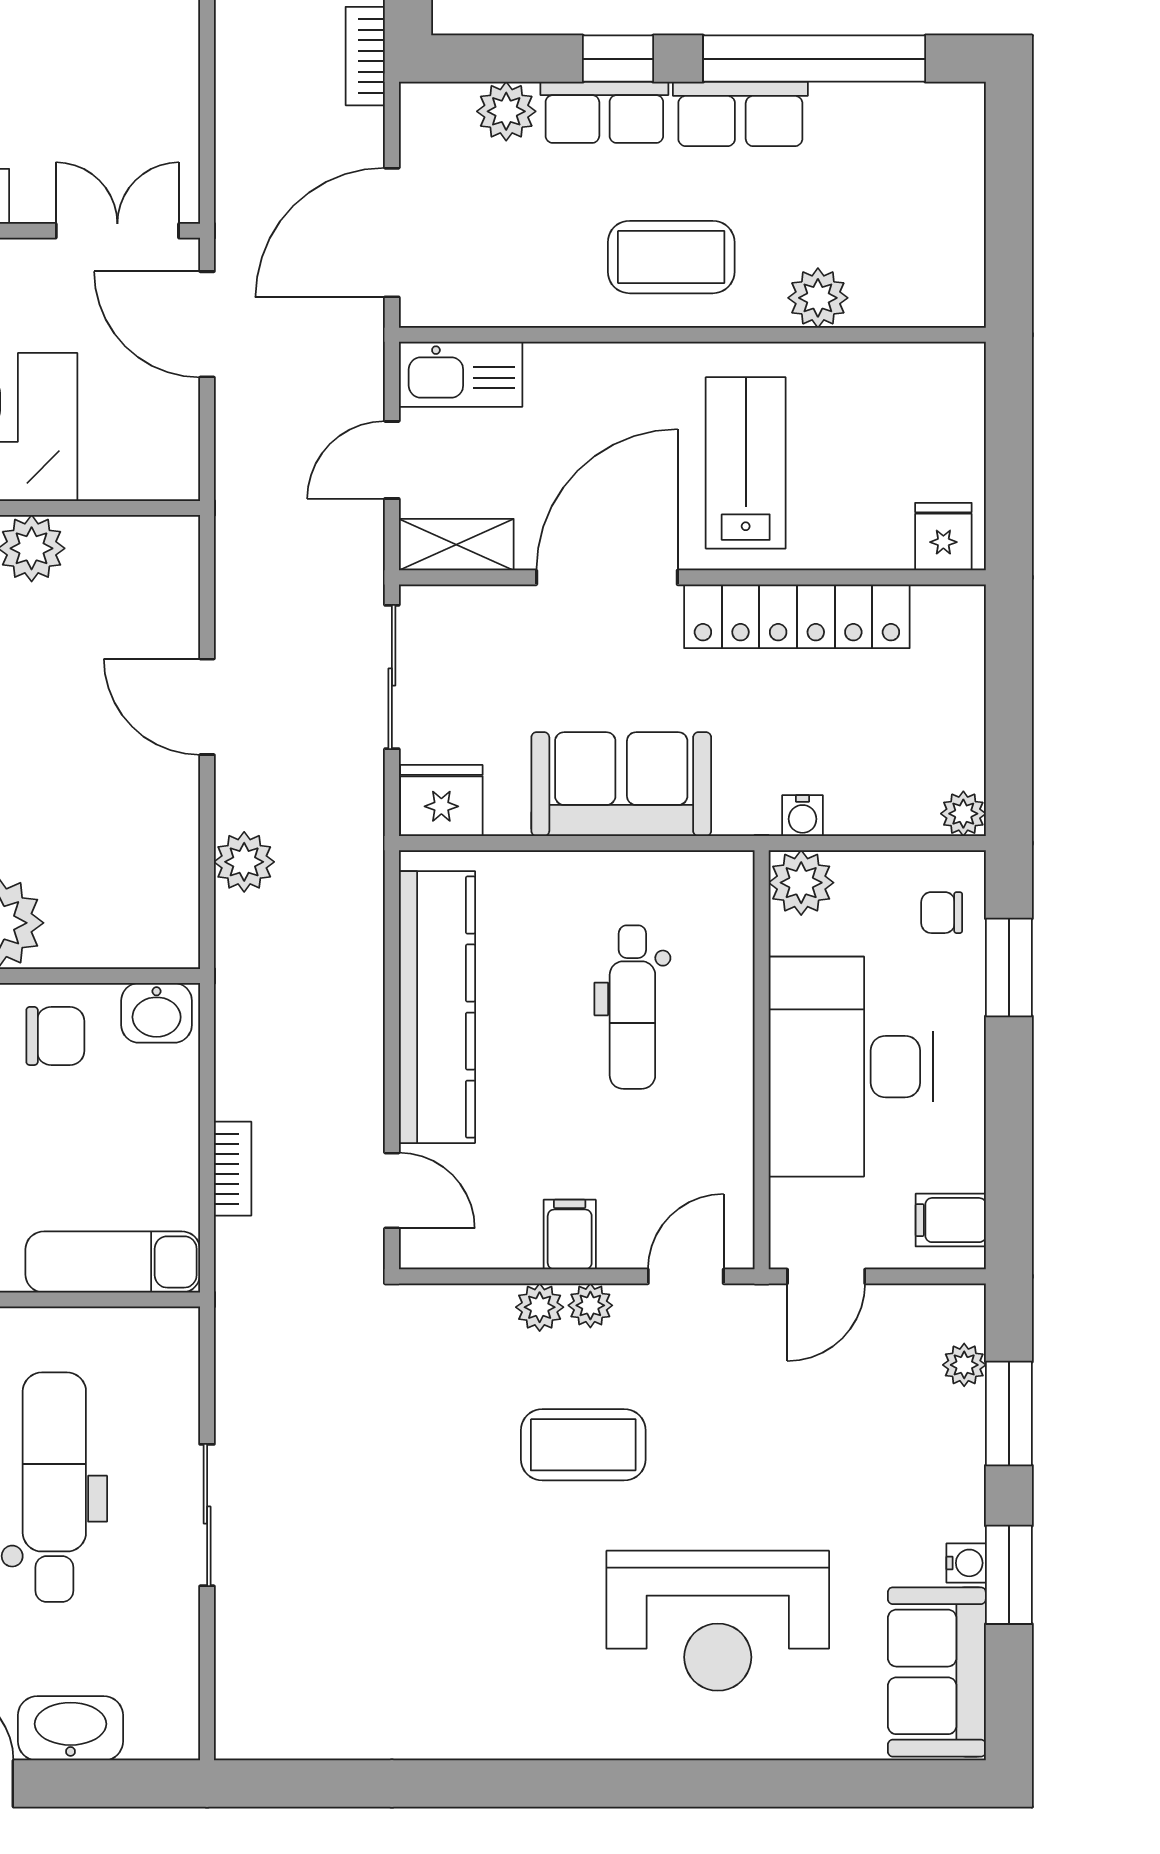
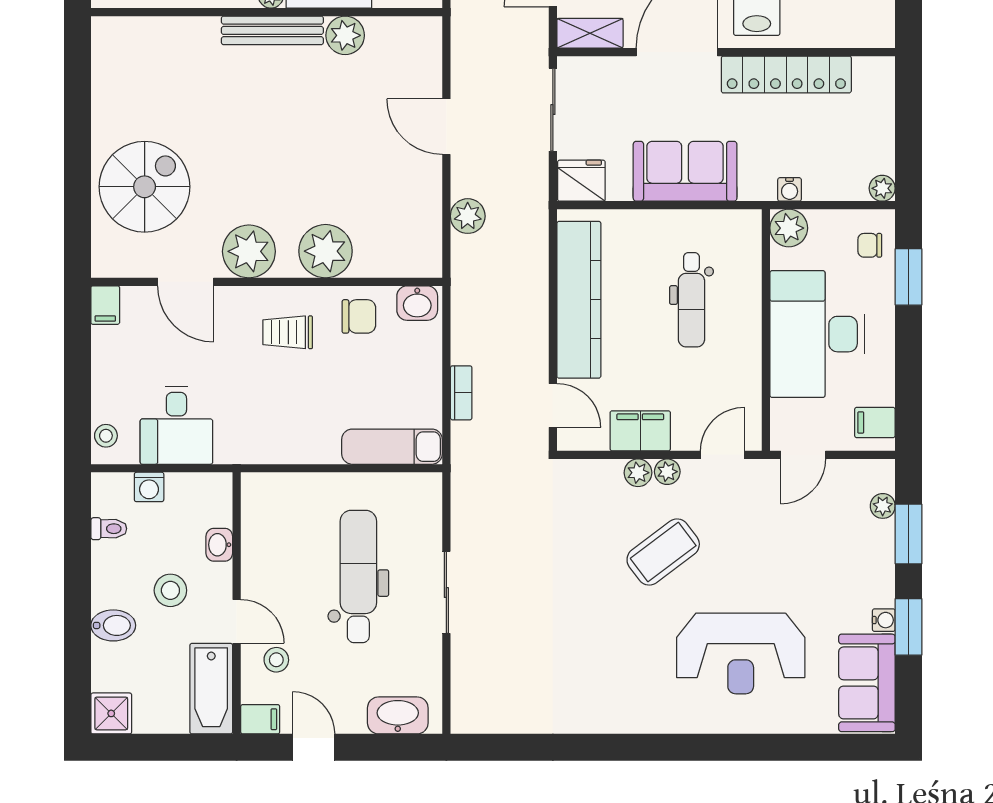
fridge: (943, 537) -> (871, 29), removed
filing cabinet: (570, 1235) -> (640, 431), width x2.00
coffee table: (583, 1445) -> (663, 552), turned -37
washbasin: (70, 1728) -> (398, 715), moved

